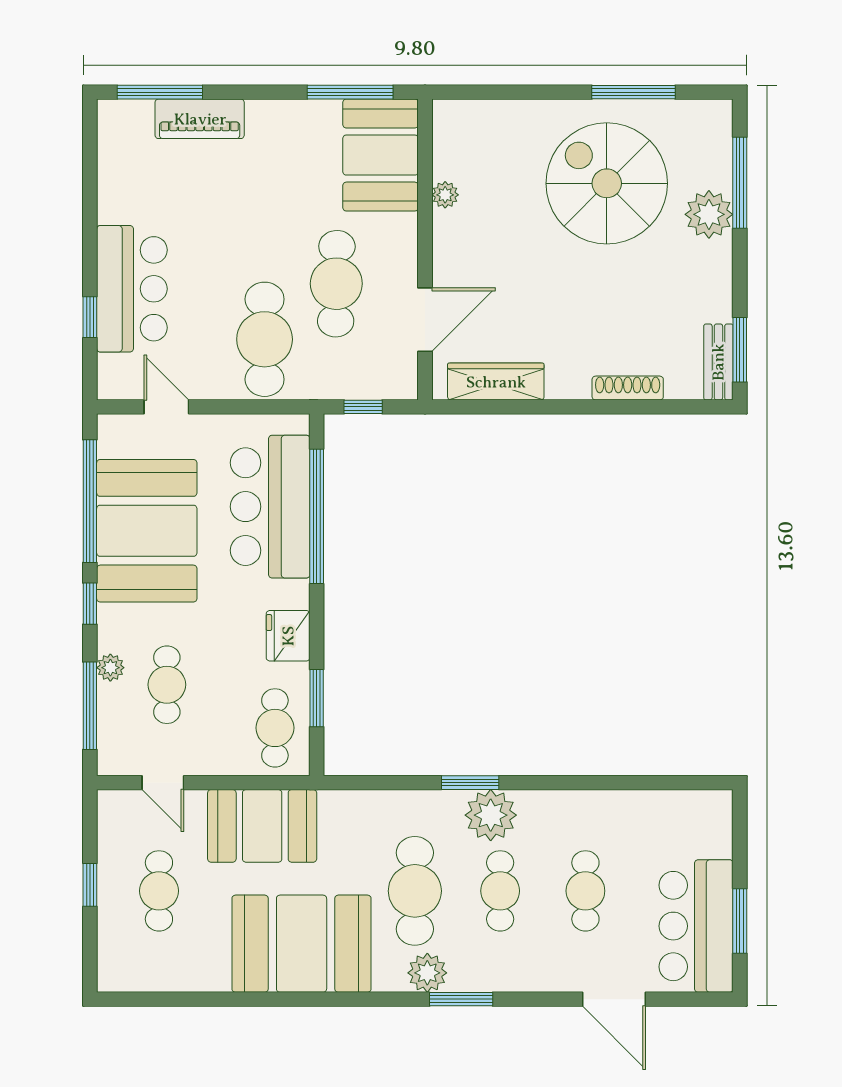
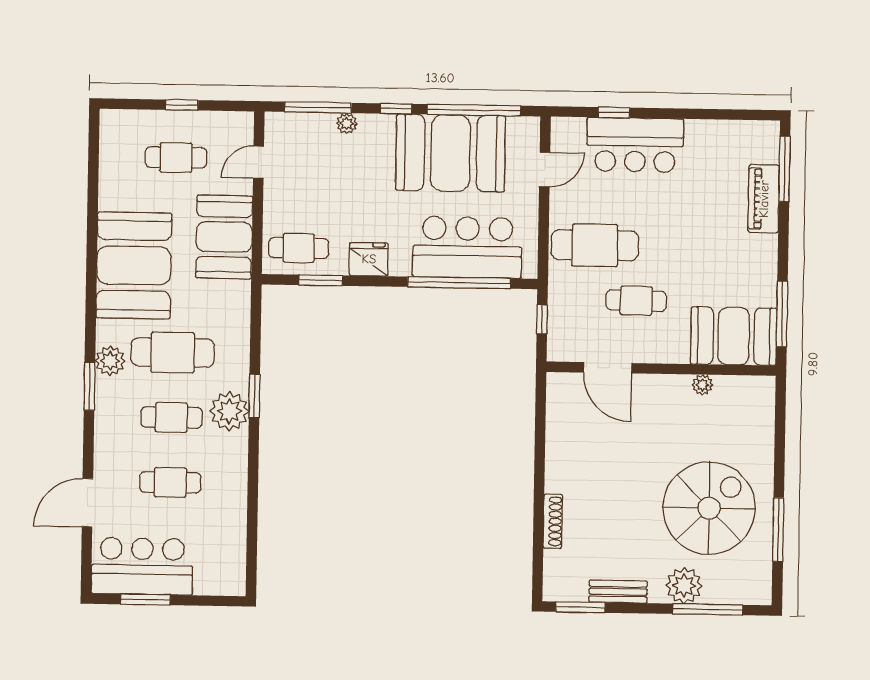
cafe table: (336, 284) -> (636, 301), width x0.73, depth x0.74
bench: (718, 362) -> (618, 592), moved
wardrobe: (496, 382) -> (560, 421), removed
cafe table: (167, 685) -> (333, 166), removed

